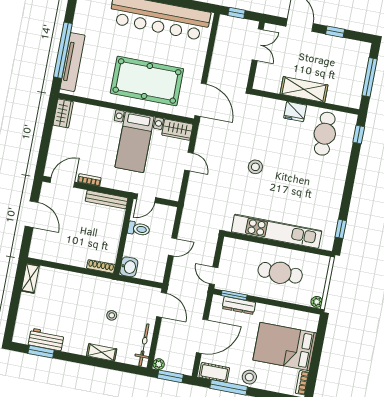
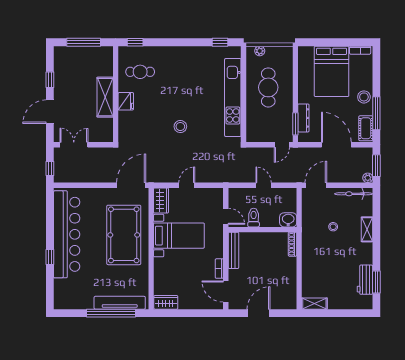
cafe table: (325, 134) -> (140, 72), width x0.73, depth x0.74
plant: (317, 302) -> (260, 51), moved

